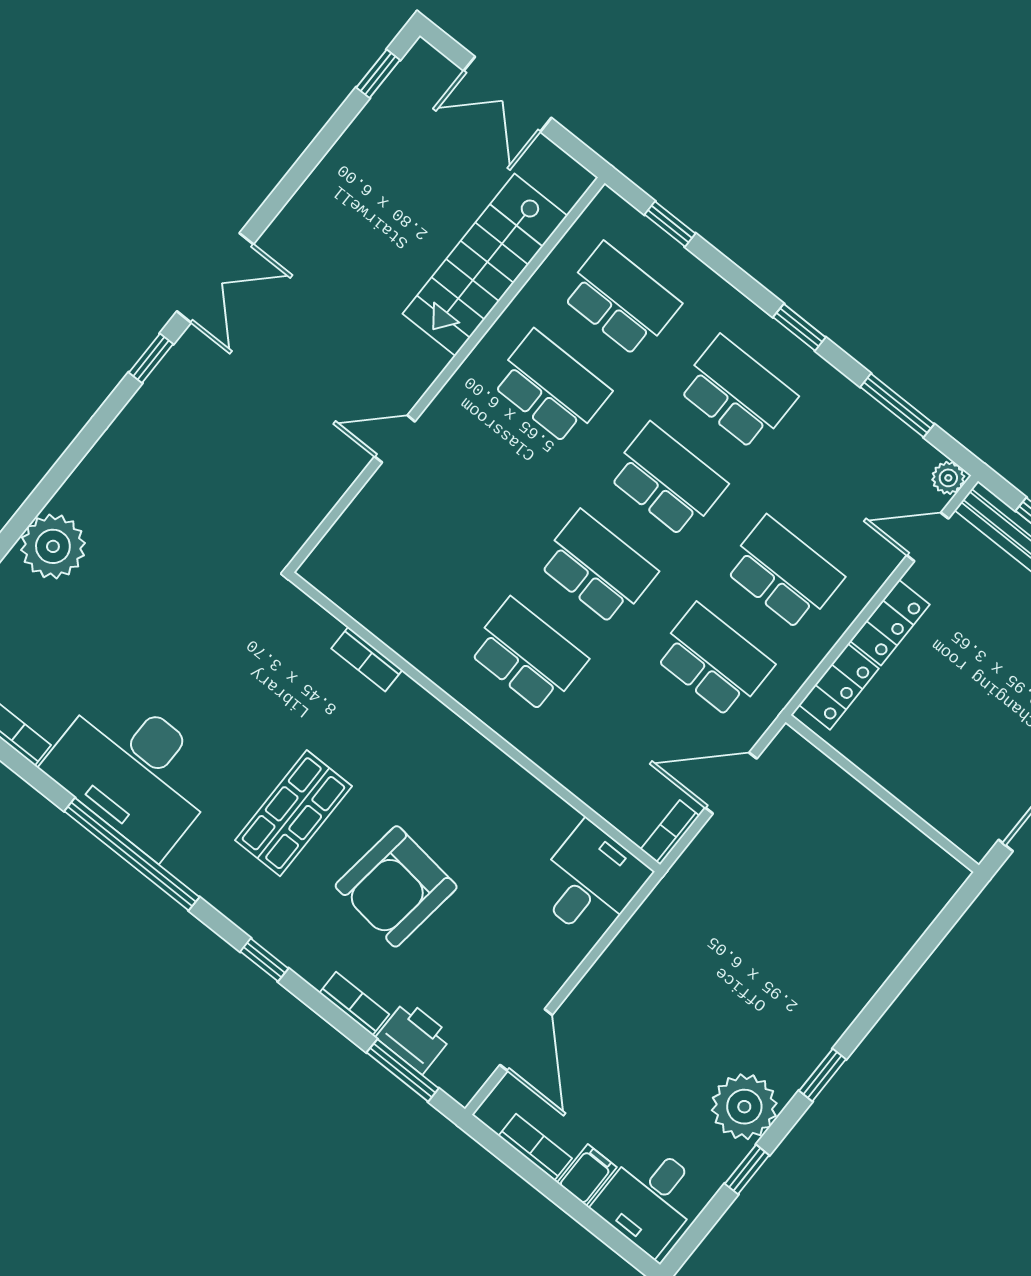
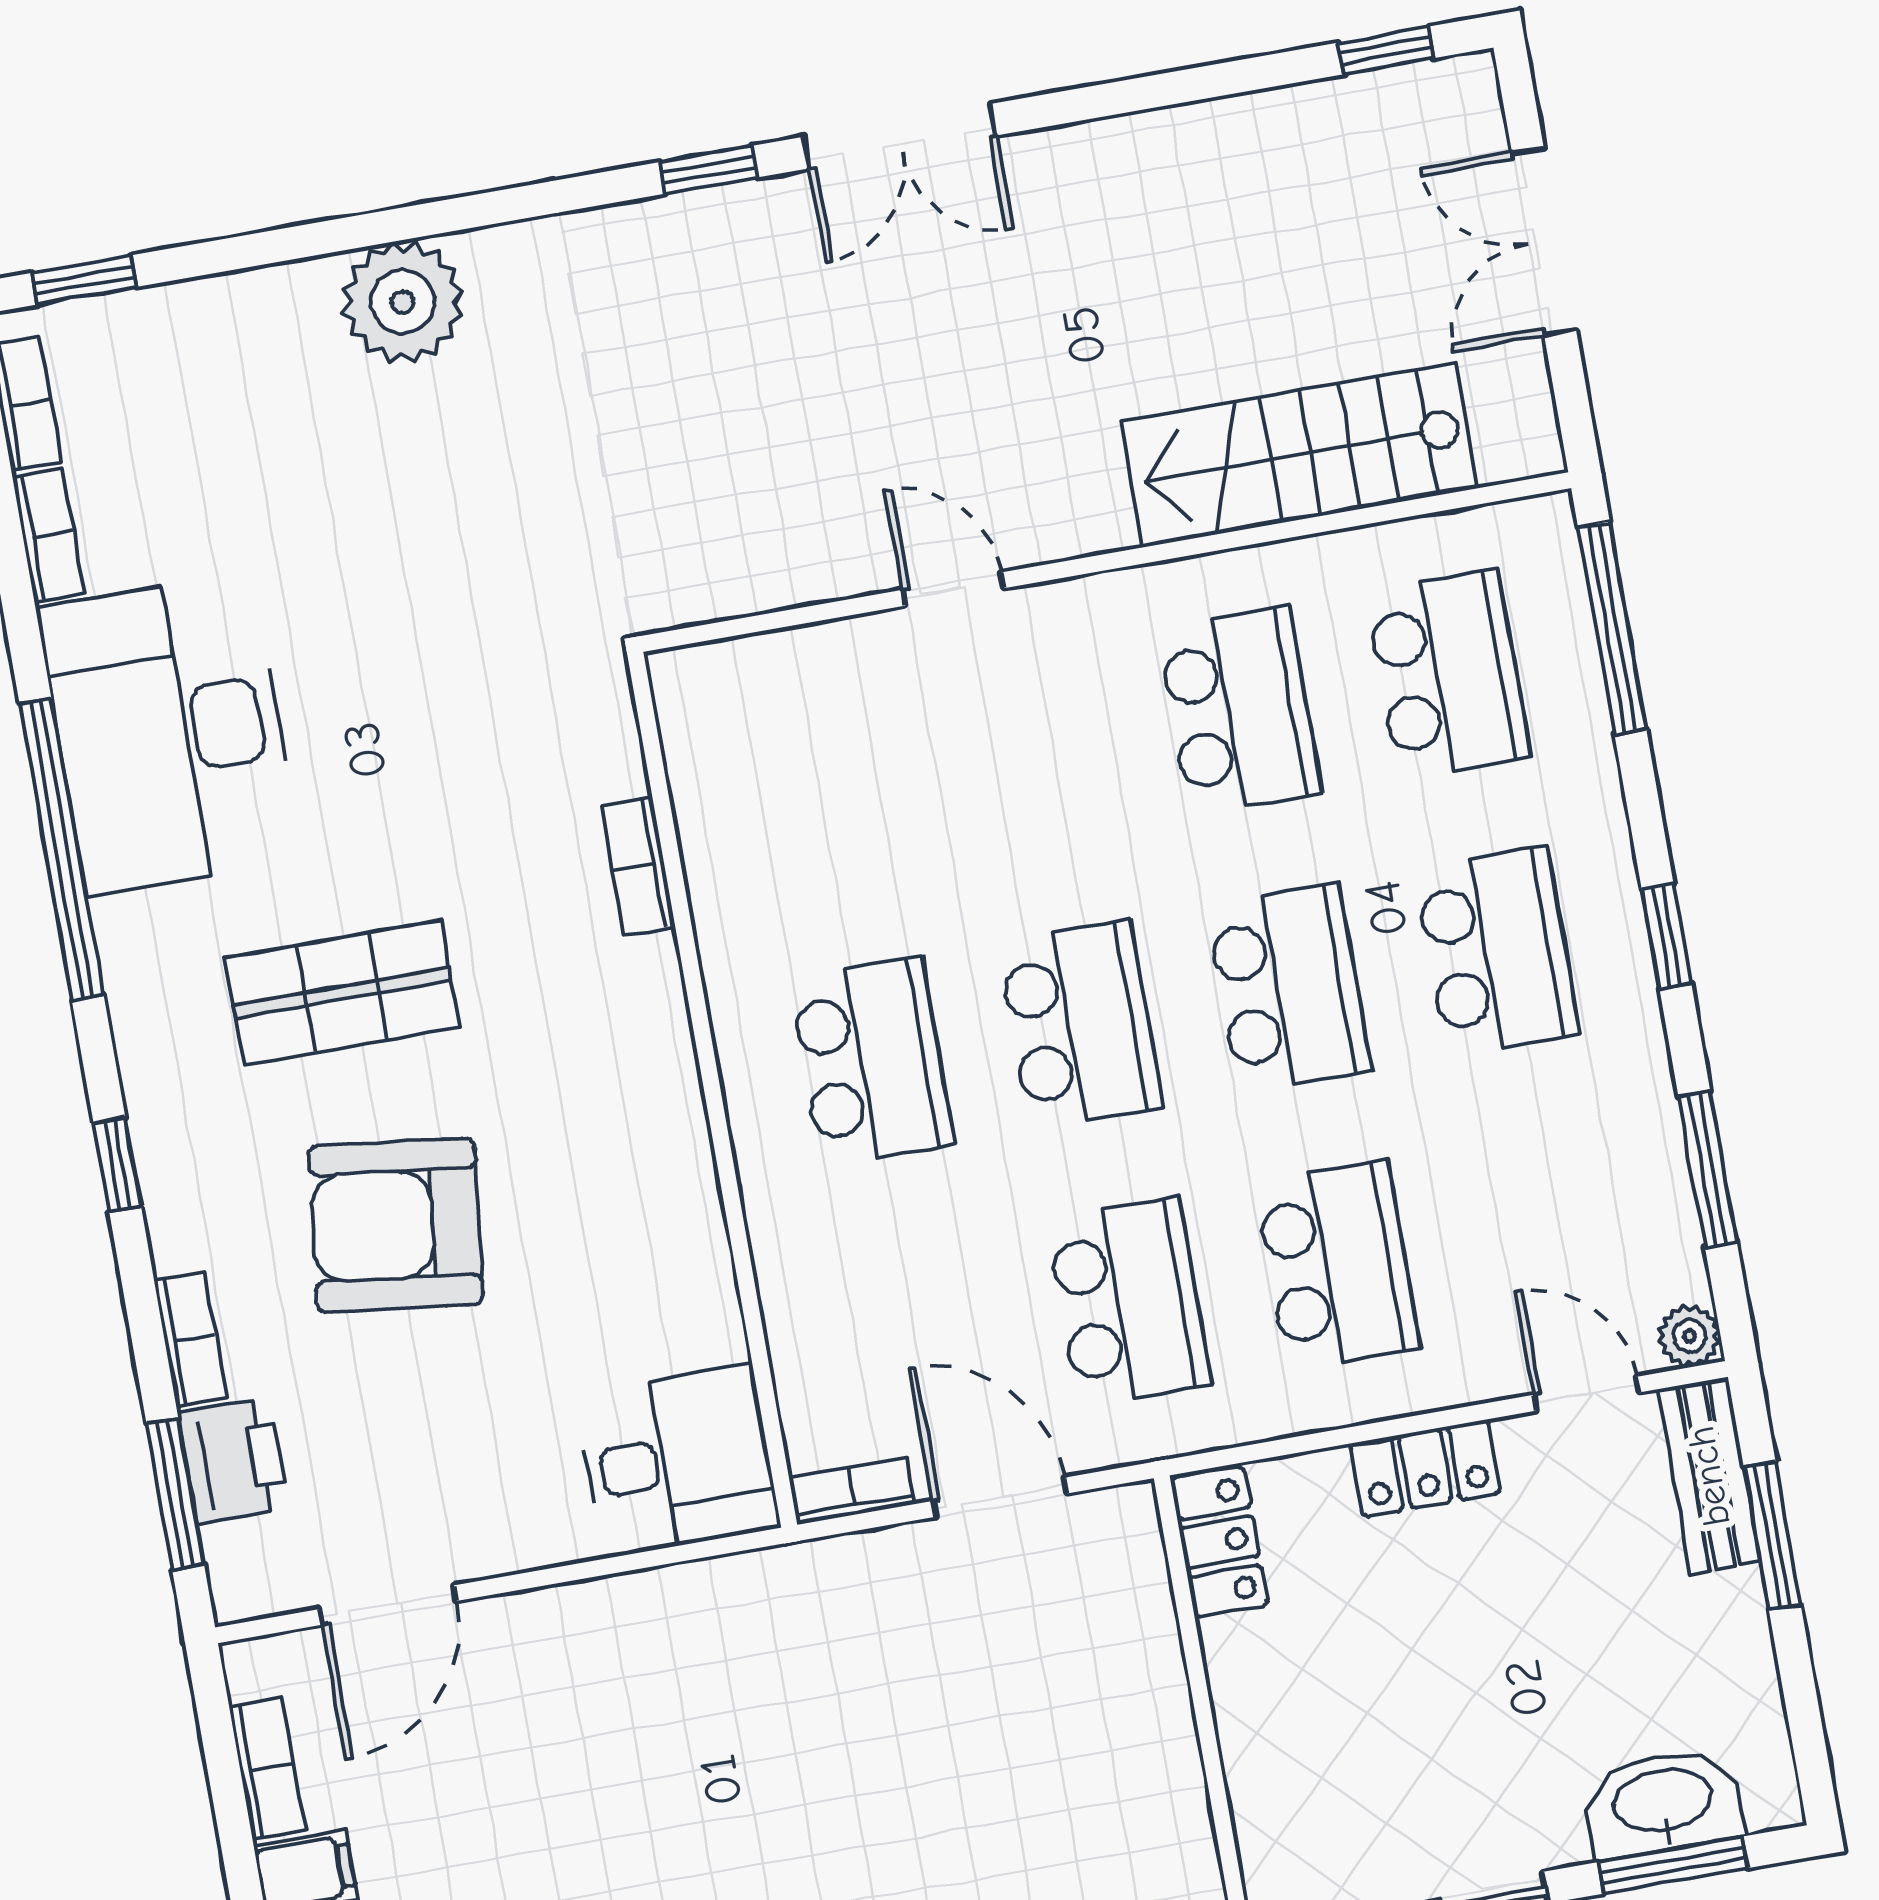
window: (670, 224) -> (1612, 628), width x2.17
plant: (53, 546) -> (403, 302), moved
locker: (839, 687) -> (1219, 1542), moved, turned -90

